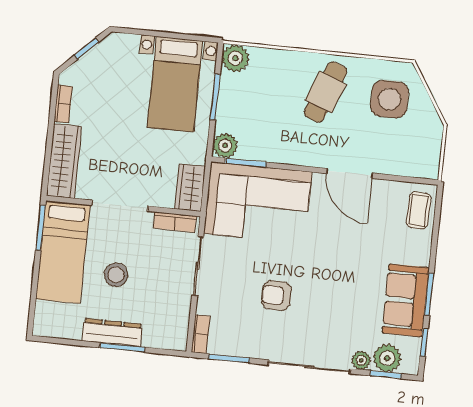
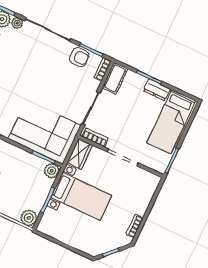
bed with nightstands: (175, 84) -> (81, 196), moved, turned 90
wardrobe: (64, 161) -> (145, 194), removed
bed: (63, 252) -> (171, 122), moved, turned 180
stool: (116, 275) -> (138, 119), removed
armchair: (276, 295) -> (79, 57), moved
cot: (176, 327) -> (115, 78), added
dresser: (112, 333) -> (157, 90), width x0.70

